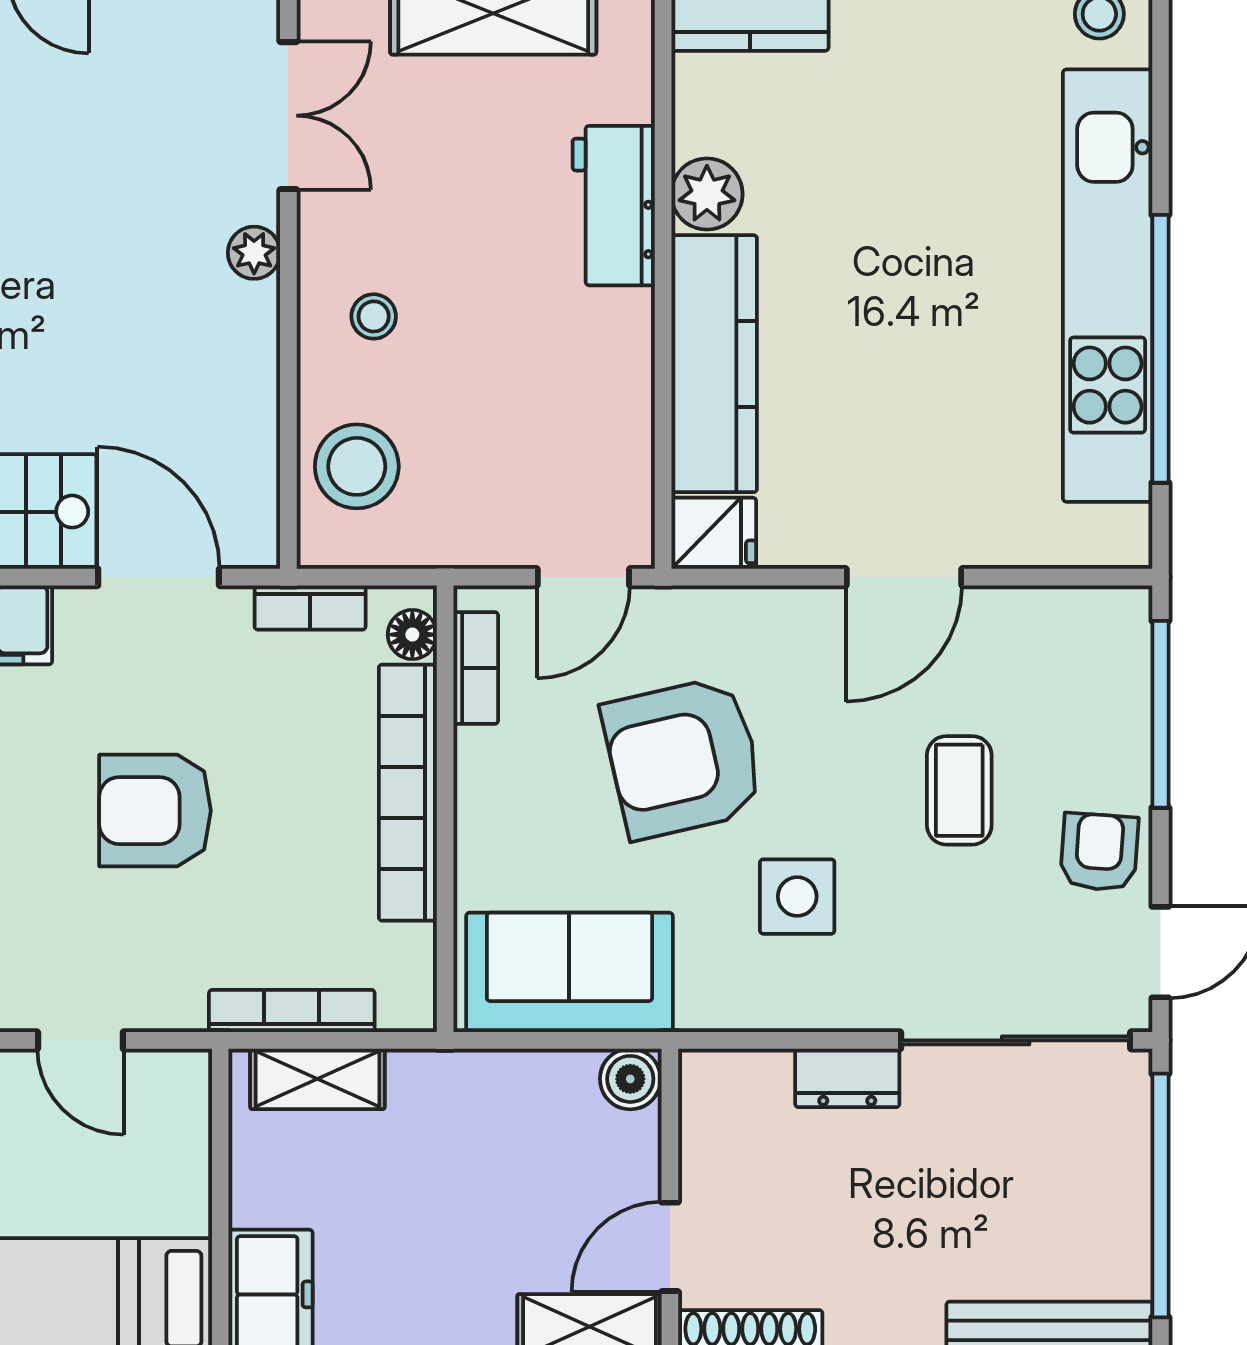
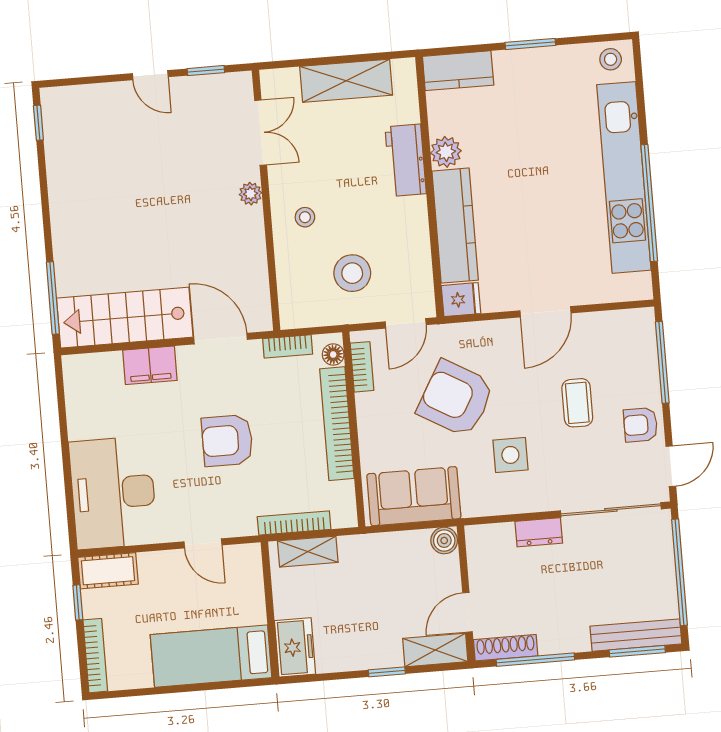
stool: (357, 466) -> (352, 273), moved
armchair: (683, 758) -> (456, 399), turned 43
armchair: (1099, 852) -> (641, 425), turned -94

